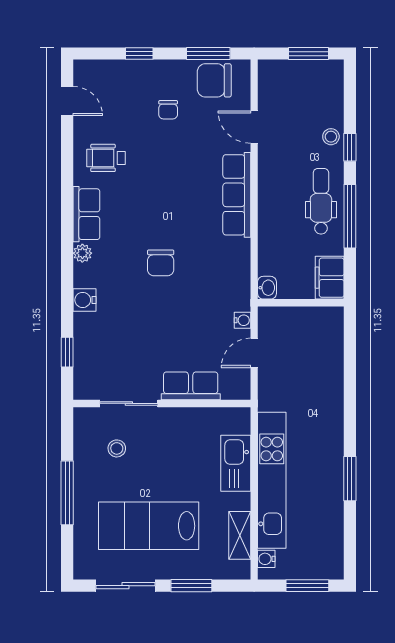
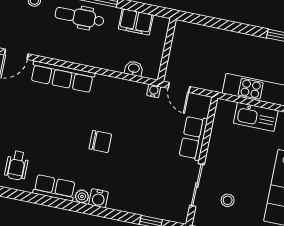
water cooler: (84, 300) -> (98, 198), moved
wall: (301, 303) -> (167, 50), moved

